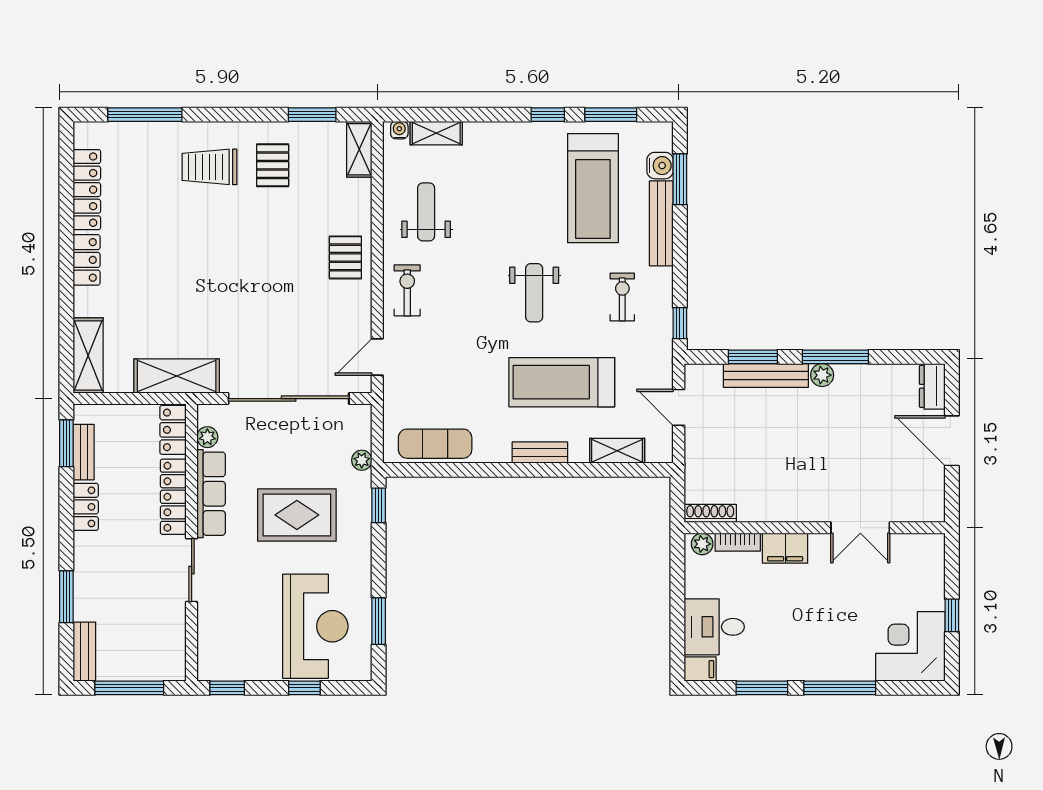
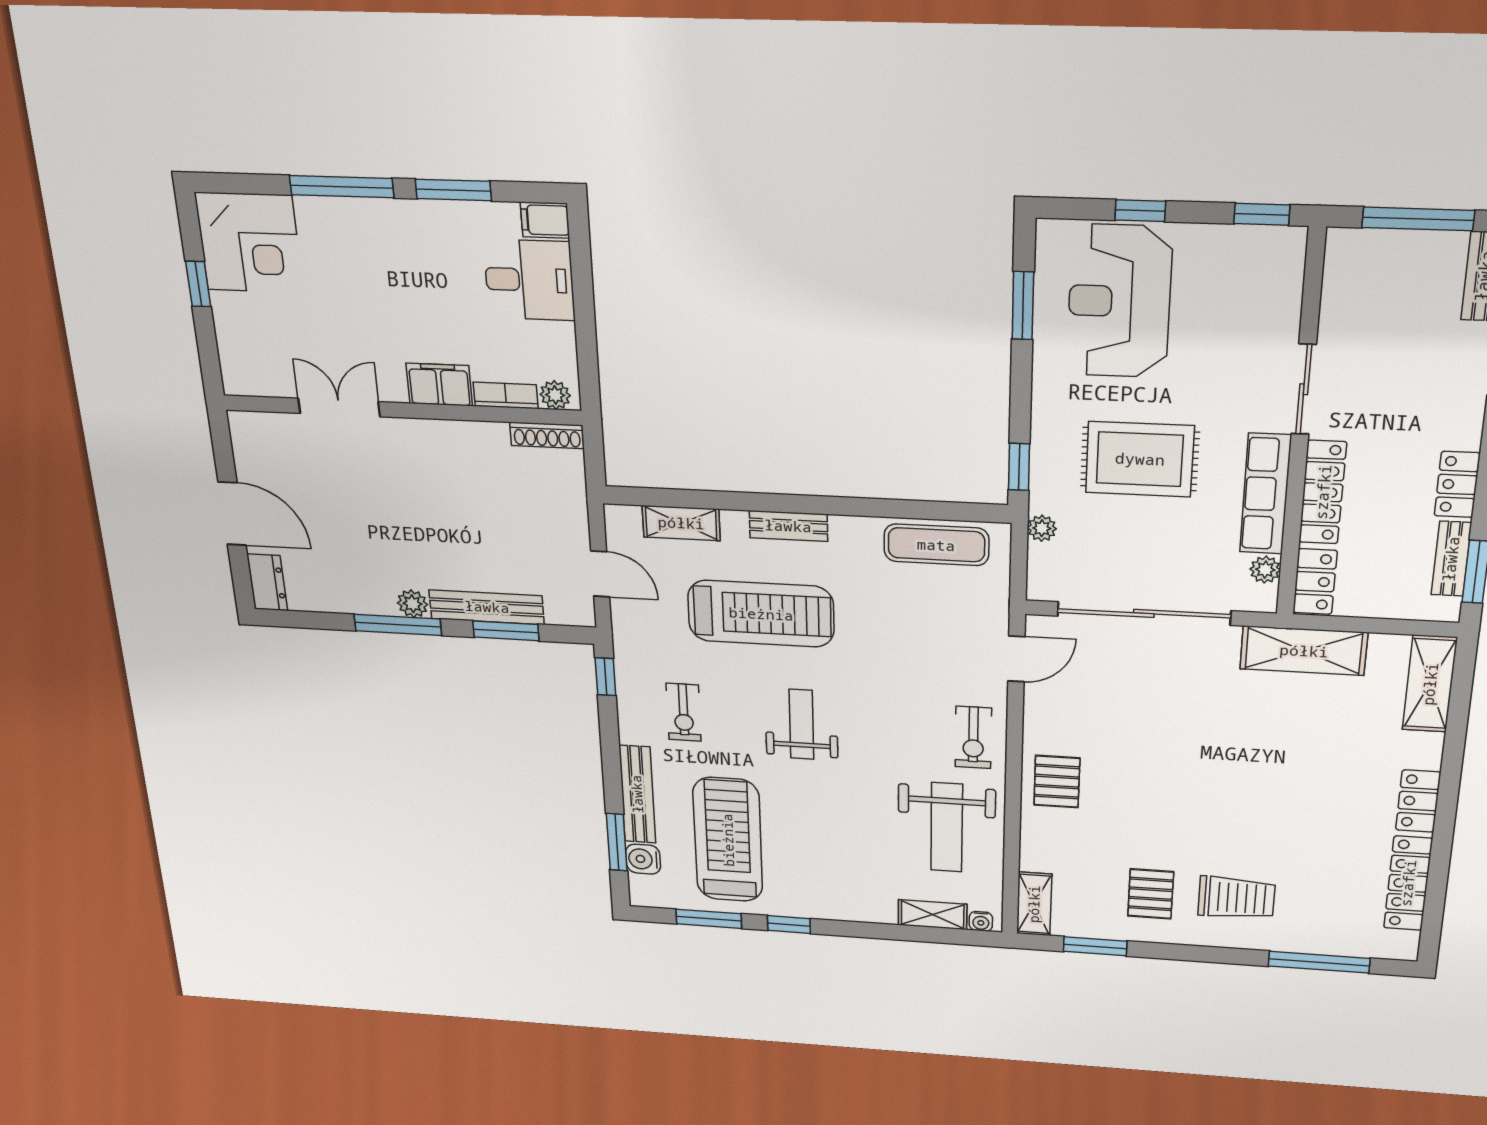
weight bench: (426, 212) -> (947, 827), width x1.36, depth x1.33

